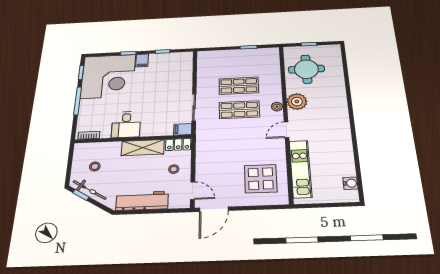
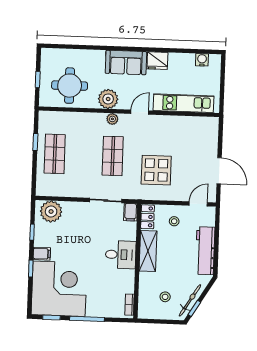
plant: (182, 64) -> (51, 211), added
shop shelf: (239, 86) -> (55, 154), moved
sofa: (337, 114) -> (126, 62), added
desk: (126, 125) -> (121, 255), moved
door: (286, 130) -> (140, 112), swing flipped
fridge: (343, 141) -> (157, 61), added
display table: (261, 179) -> (156, 170), moved
door: (214, 209) -> (219, 171), moved

